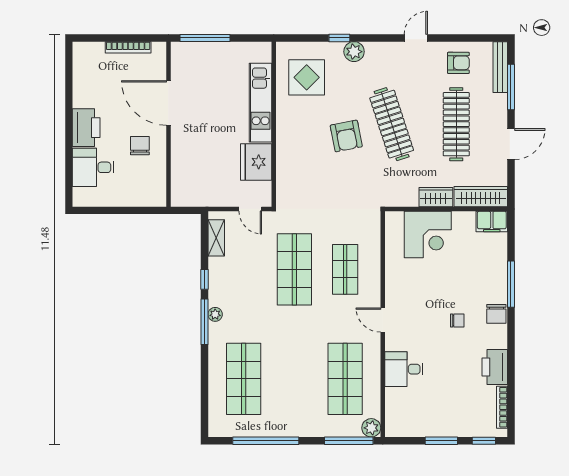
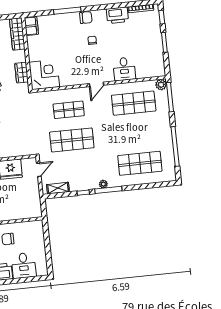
wardrobe: (436, 197) -> (22, 73), moved
corner desk: (428, 235) -> (44, 75), moved

